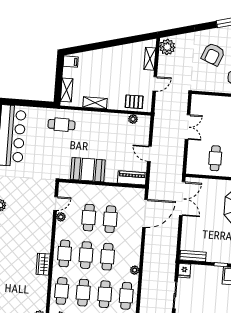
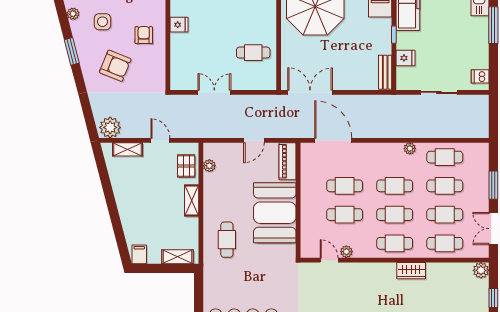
shelving: (95, 103) -> (192, 200), moved
cafe table: (61, 125) -> (227, 240), moved
booth: (88, 170) -> (275, 213), width x1.36, depth x1.42
fridge: (184, 271) -> (405, 58), moved

